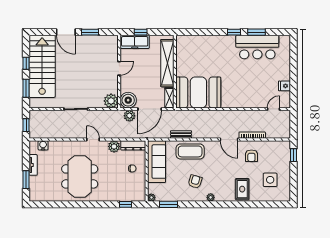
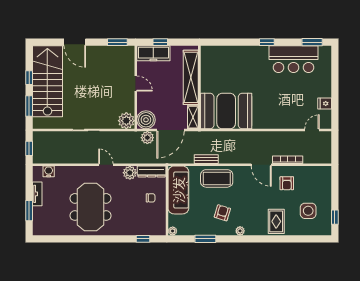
window: (90, 32) -> (117, 42), moved
window: (256, 32) -> (312, 42), moved
door: (119, 68) -> (136, 84), hinge flipped
window: (293, 155) -> (335, 217), moved
window: (168, 204) -> (205, 239), moved

